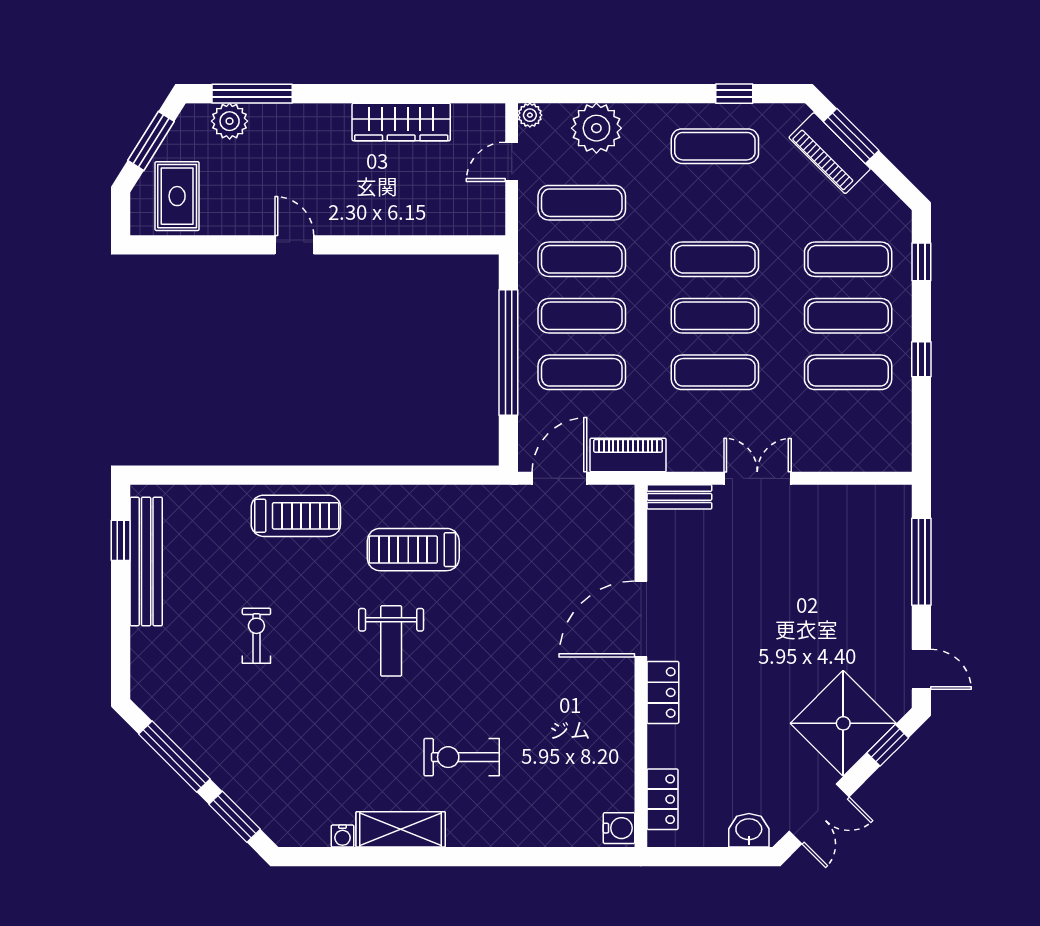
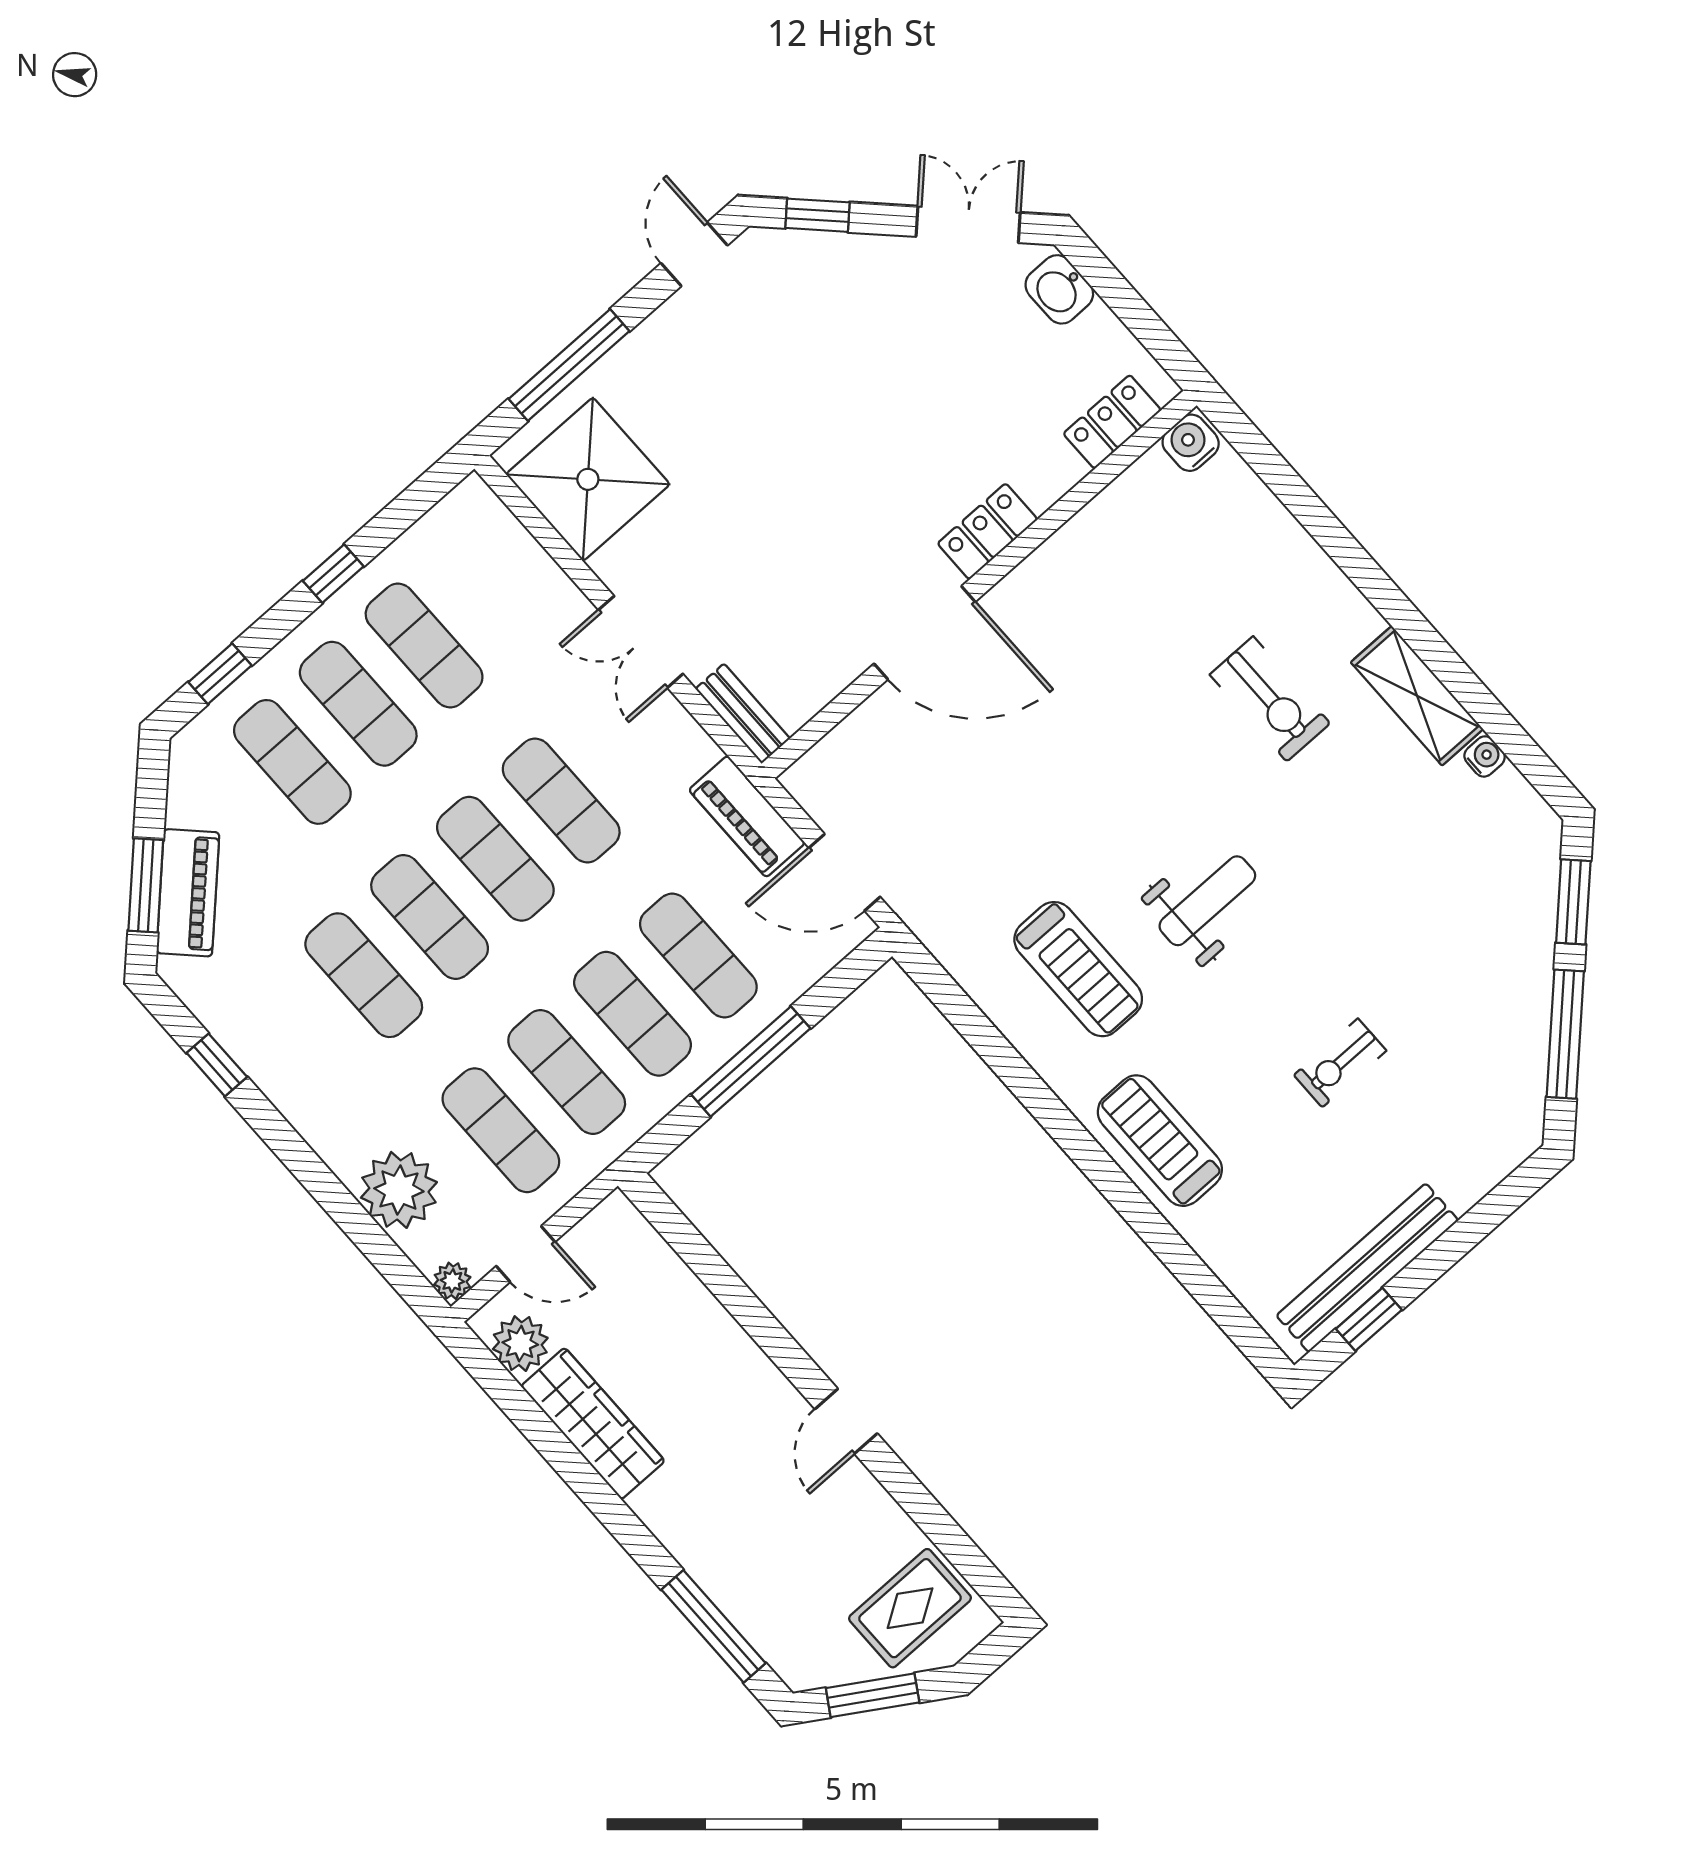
plant: (230, 121) -> (520, 1344), moved
exercise mat: (715, 146) -> (364, 975), moved
window: (508, 352) -> (751, 1061), width x0.68
shower: (843, 723) -> (588, 479), moved, turned 45

